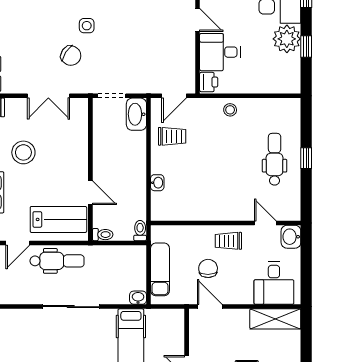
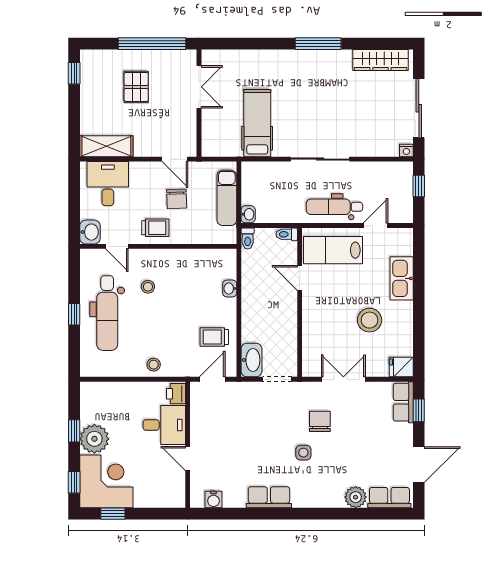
chair: (71, 56) -> (320, 421), turned 57
dental chair: (275, 159) -> (107, 313), width x1.36, depth x1.38
stool: (236, 184) -> (148, 287), added
washbasin: (138, 298) -> (248, 214), moved, turned -90

